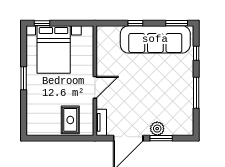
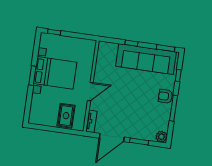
bed with nightstands: (54, 49) -> (55, 73), moved, turned -90
armchair: (185, 80) -> (165, 96), added
plant: (157, 129) -> (161, 137), moved

